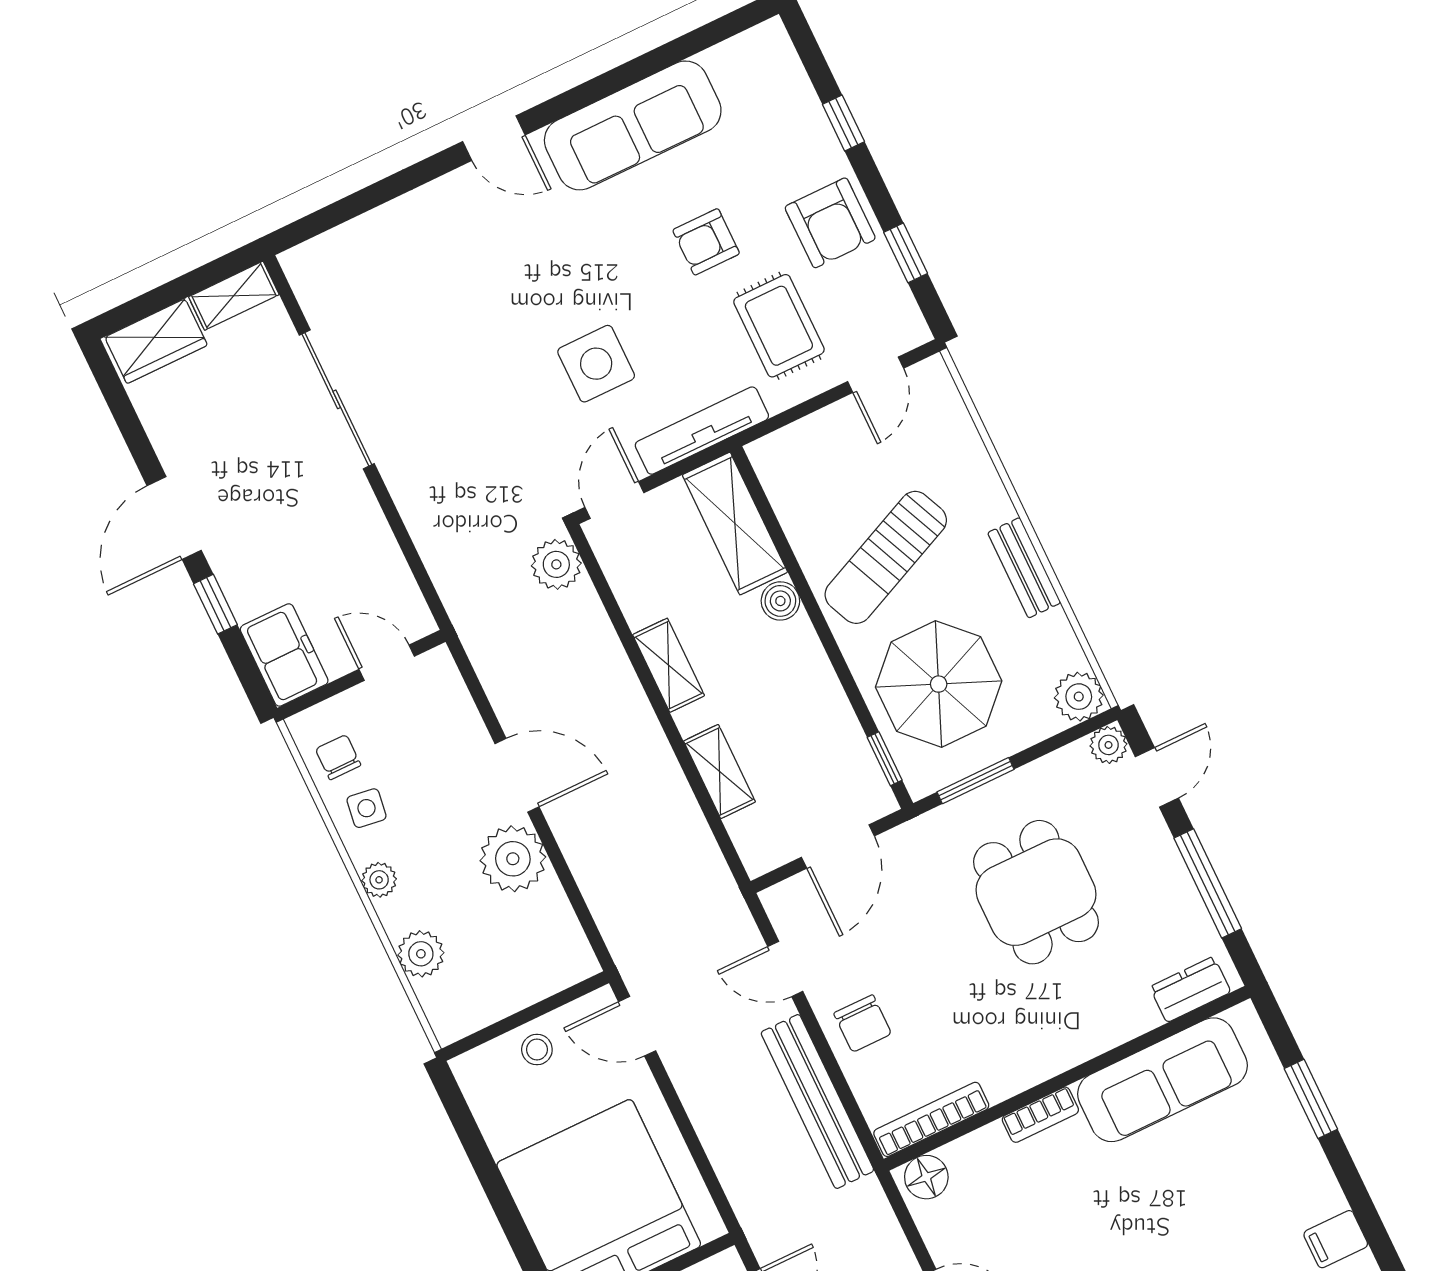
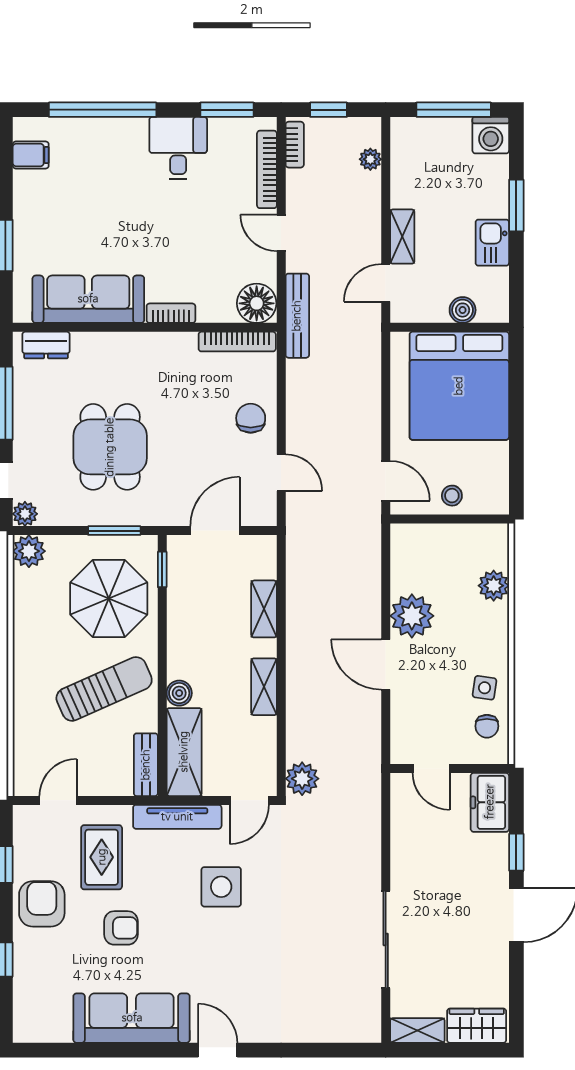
bench: (1024, 568) -> (146, 765), moved
plant: (379, 880) -> (497, 642), removed
bench: (817, 1102) -> (297, 316), moved, width x0.73, depth x0.82
floor lamp: (926, 1177) -> (257, 303), width x1.38, depth x1.38

